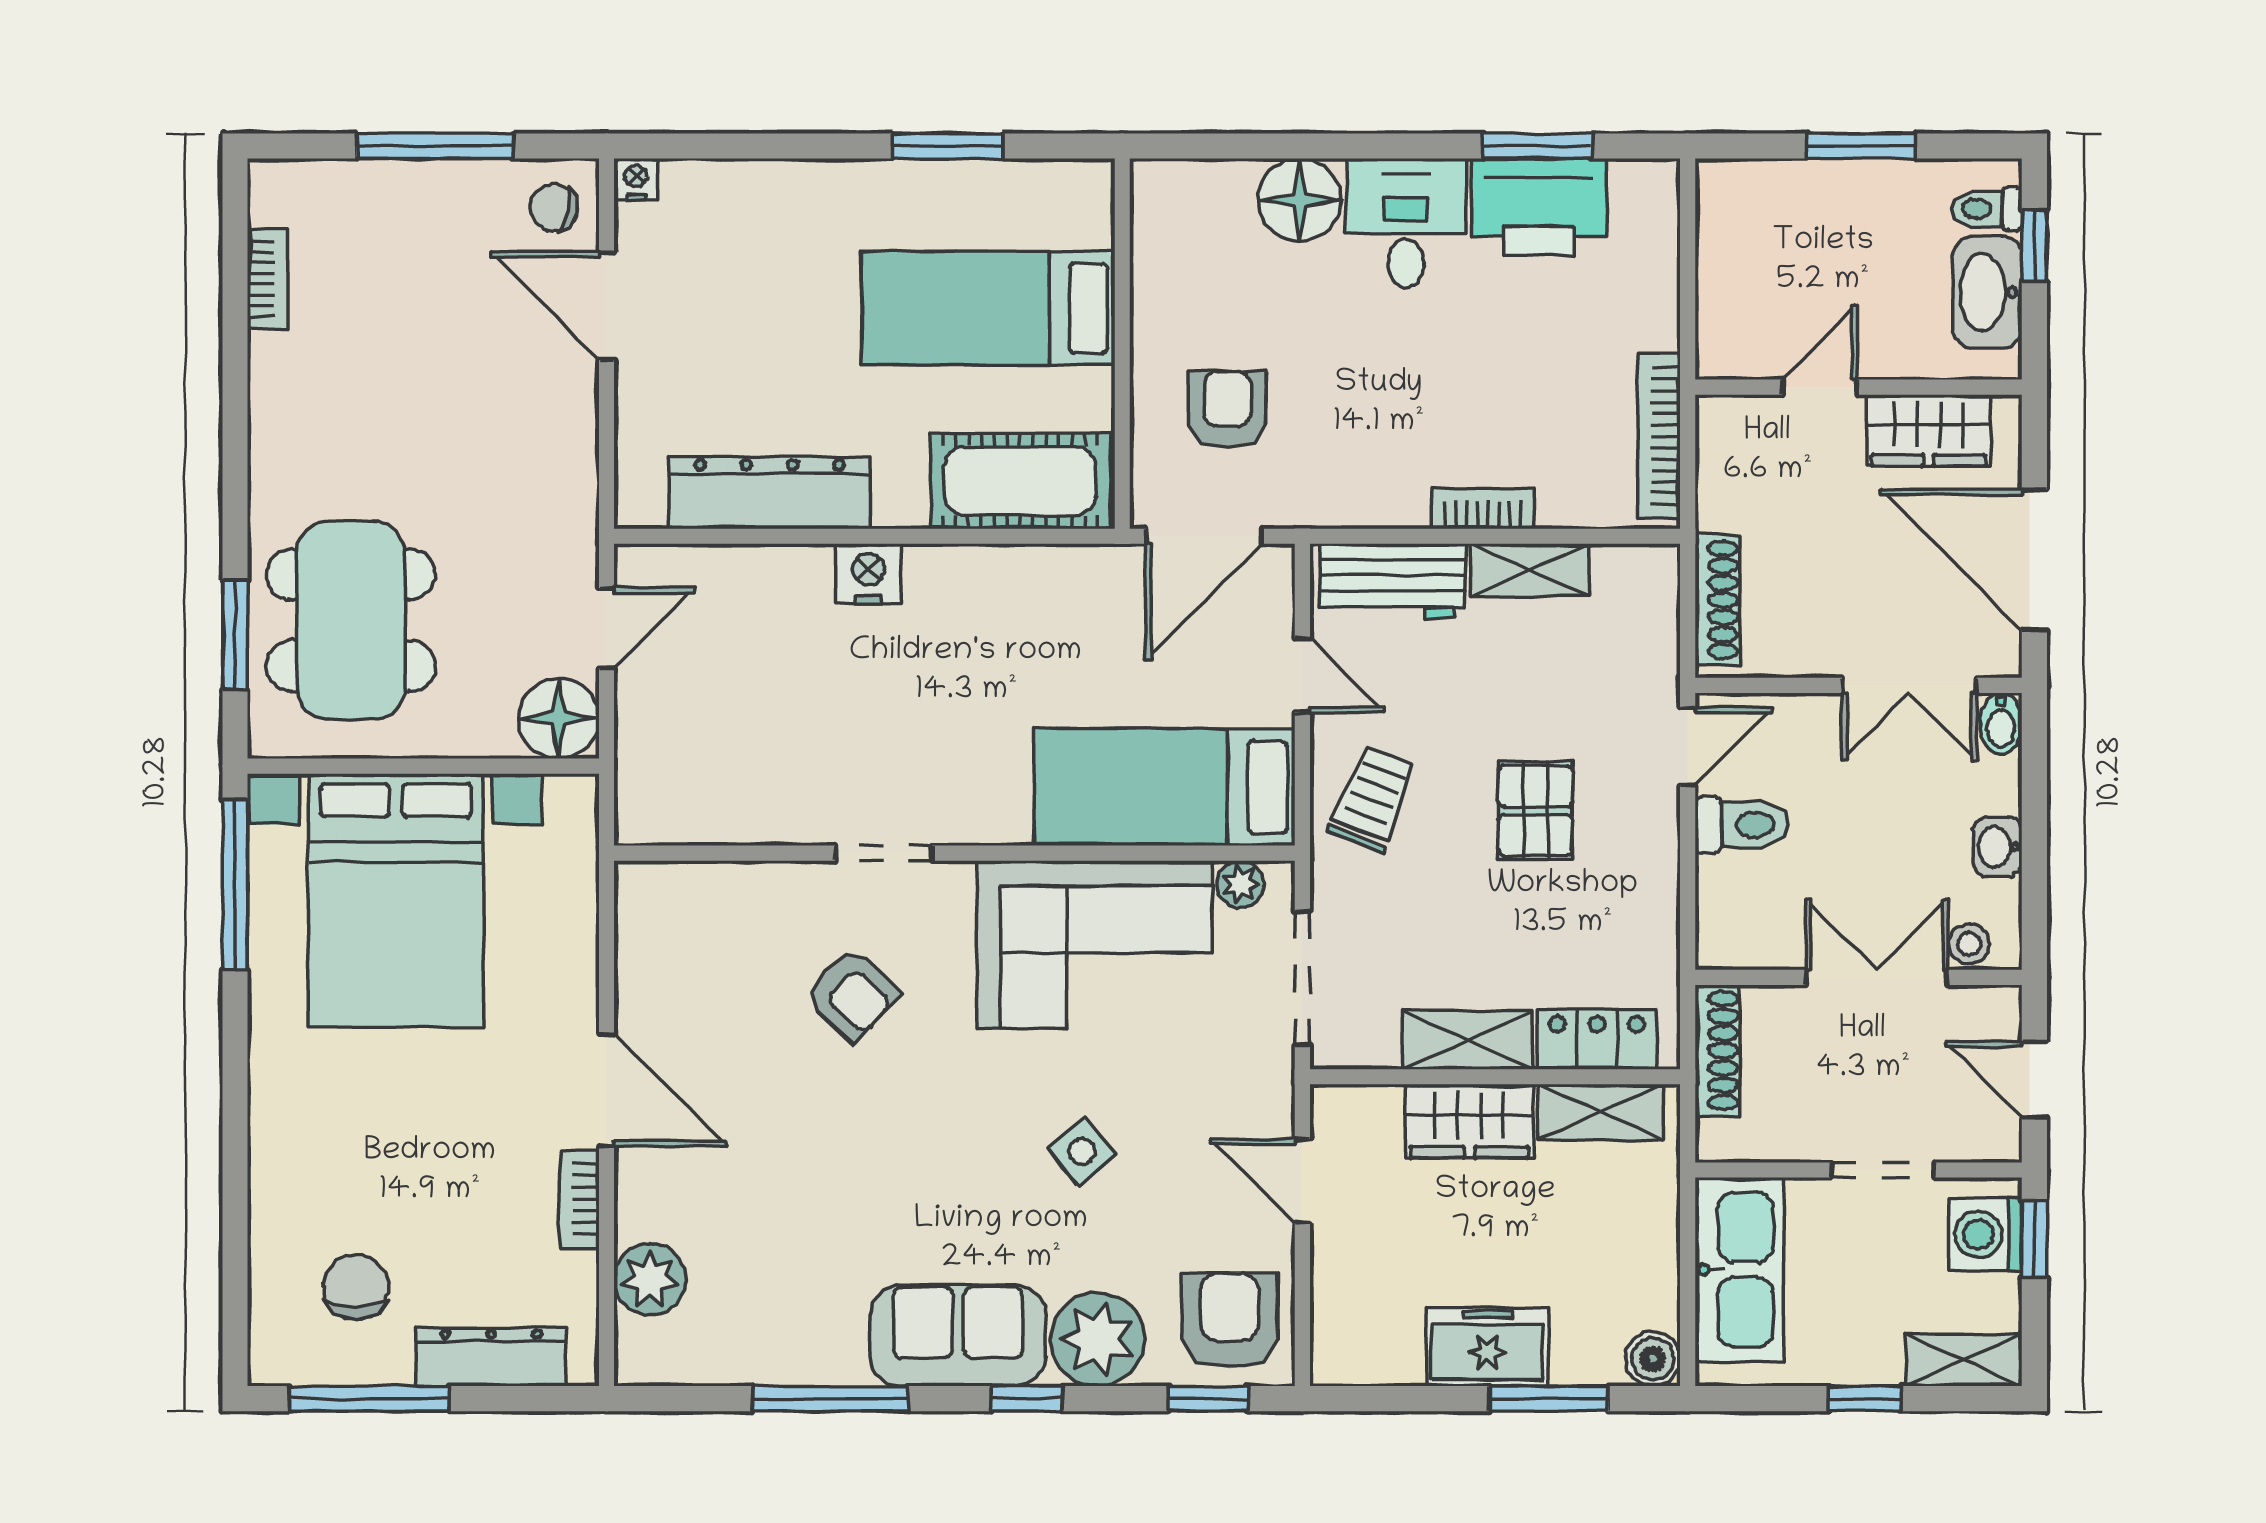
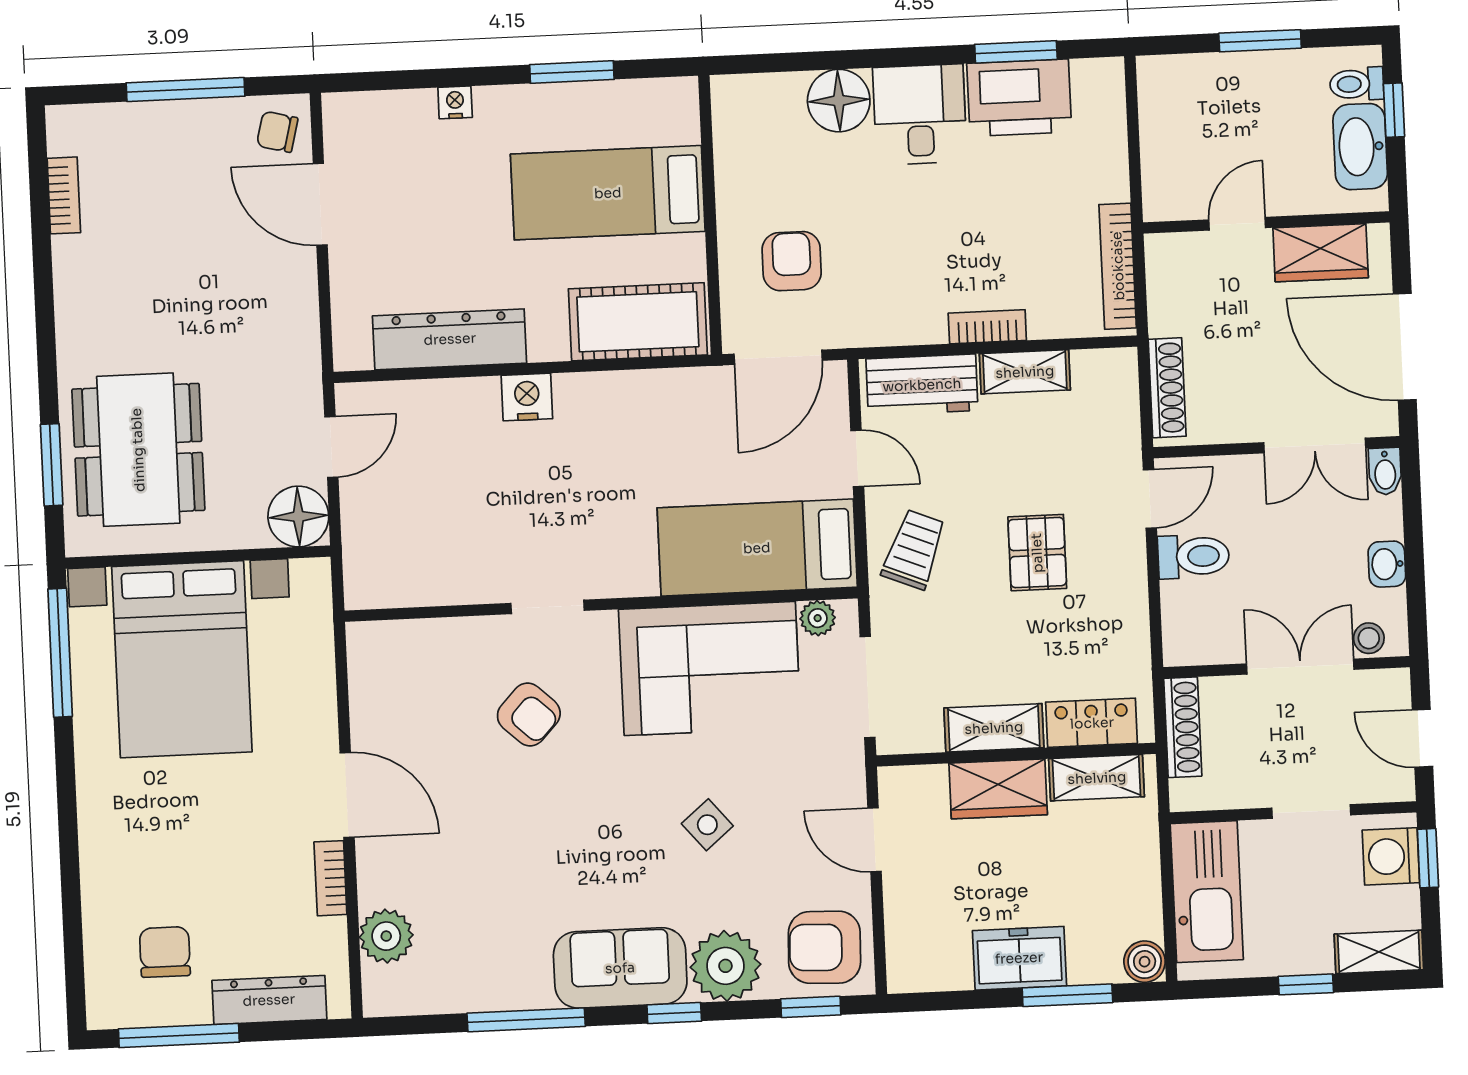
nightstand: (636, 179) -> (455, 102), moved
armchair: (1230, 1321) -> (824, 947), turned -88

